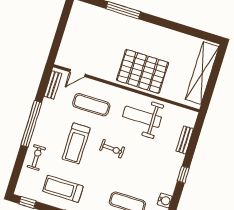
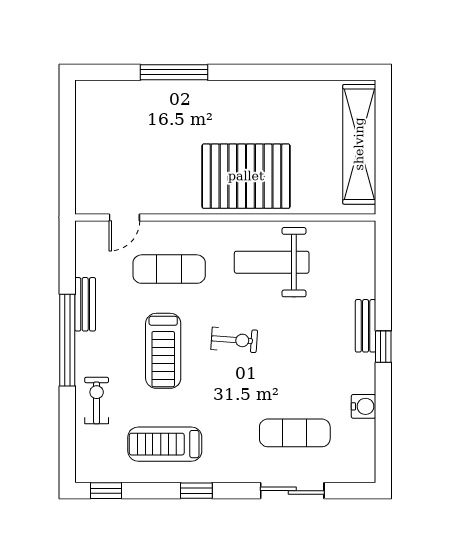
bench: (53, 85) -> (85, 304), moved
bench: (185, 140) -> (366, 326), moved

